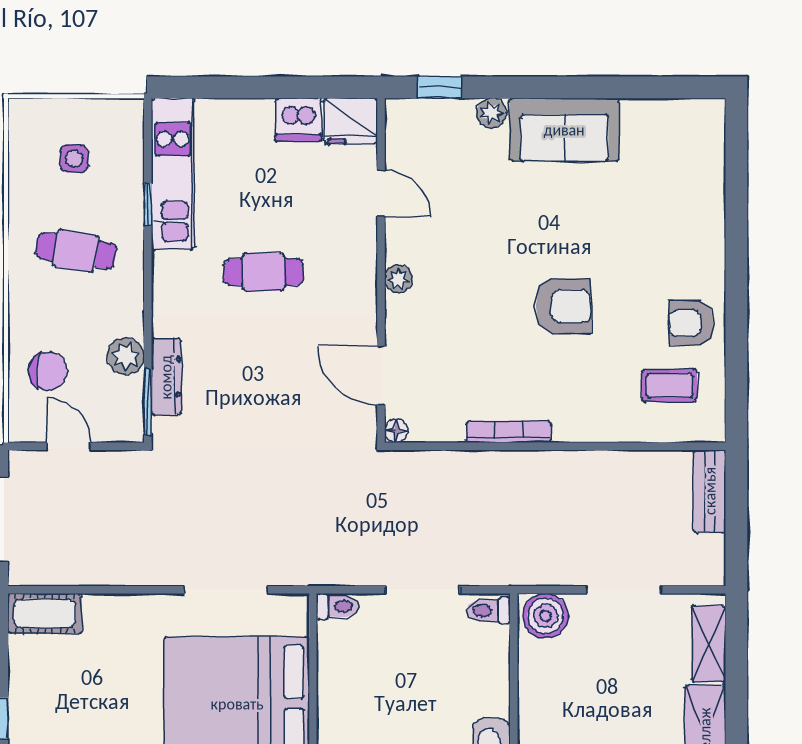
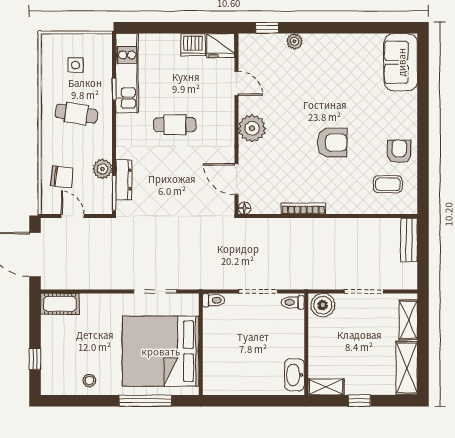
sofa: (564, 130) -> (401, 62), moved, turned 90
plant: (399, 279) -> (252, 128), width x1.88, depth x1.88
armchair: (691, 323) -> (399, 151), turned 90

